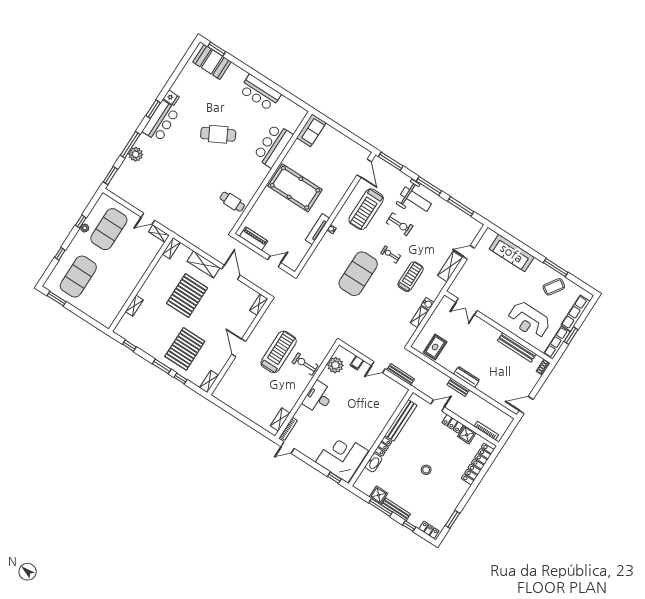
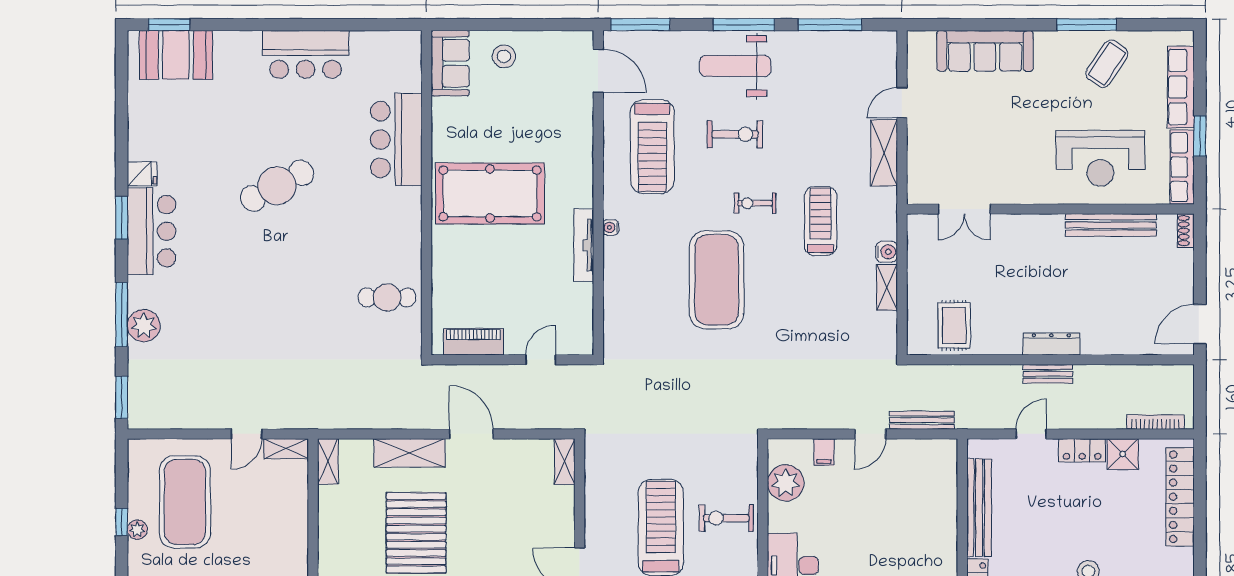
stool: (333, 140) -> (504, 56), added
weight bench: (416, 199) -> (735, 66), turned 180

